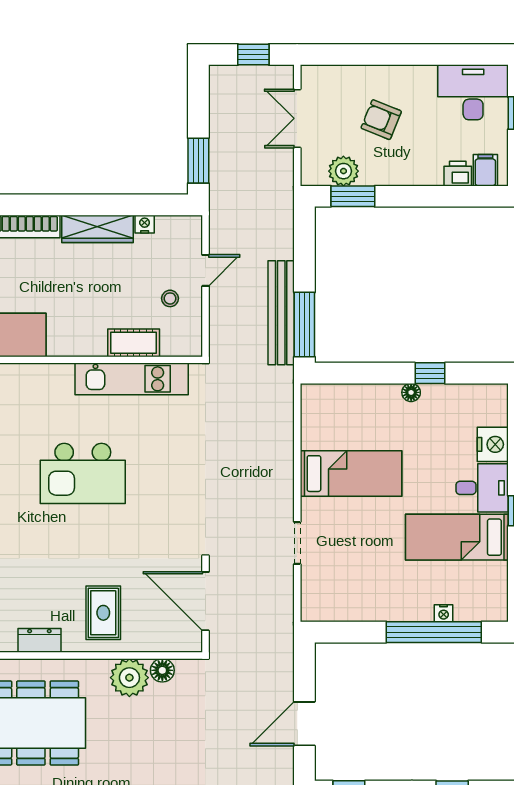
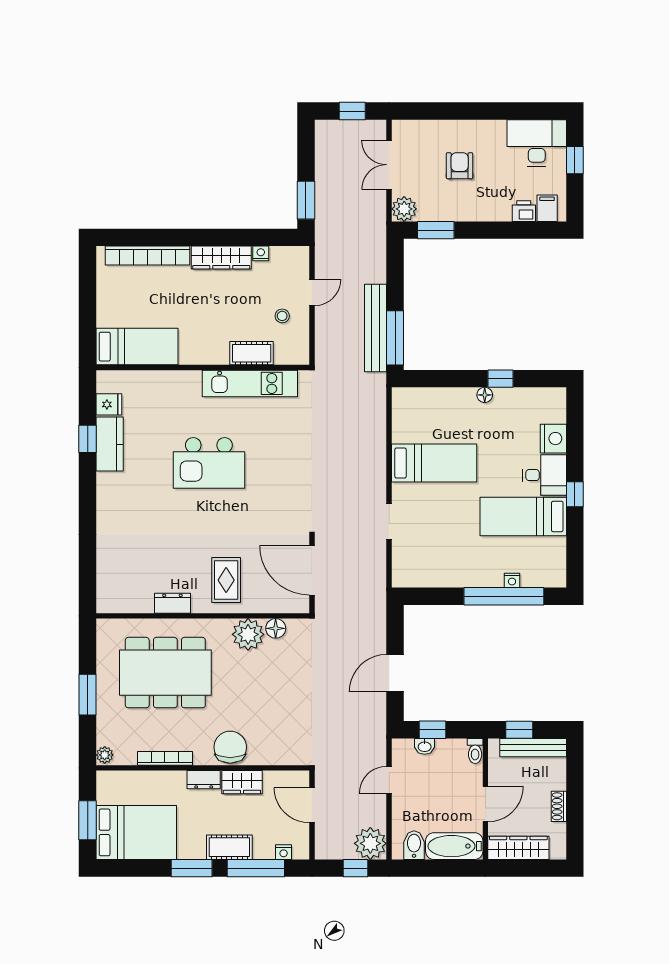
armchair: (381, 120) -> (460, 166), turned 68
plant: (343, 171) -> (404, 209), moved

